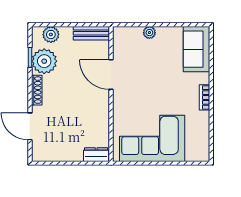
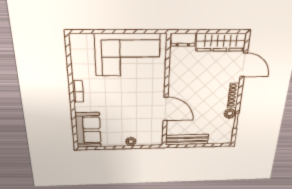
bench: (91, 33) -> (187, 140), width x1.36
plant: (51, 35) -> (216, 138), removed
plant: (44, 61) -> (230, 114), width x0.53, depth x0.53
wardrobe: (57, 152) -> (221, 42), added

